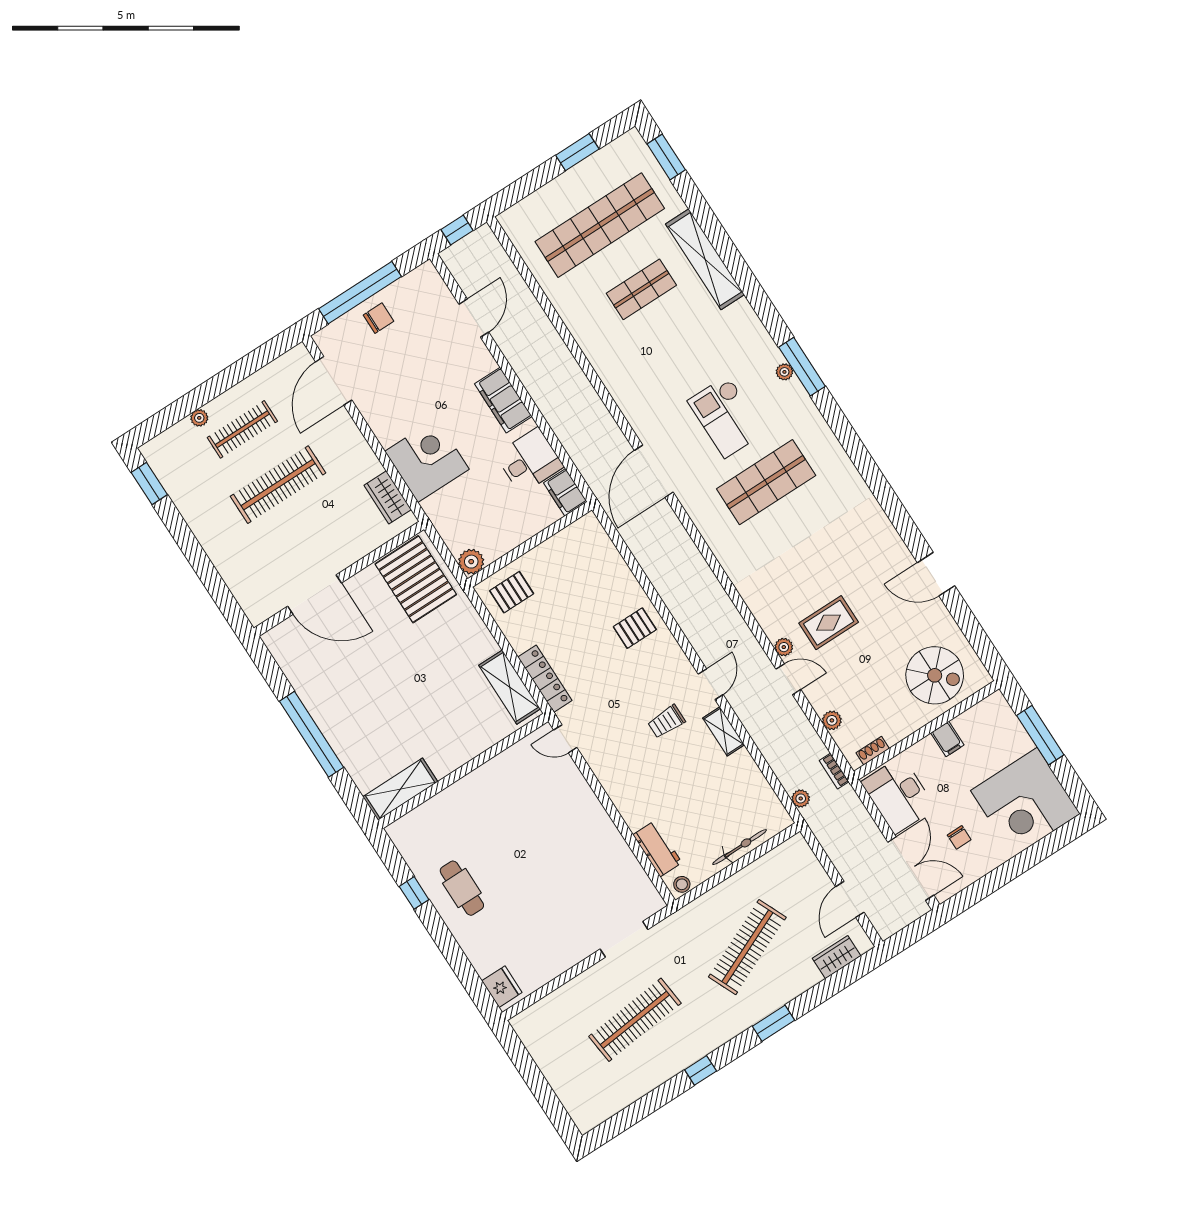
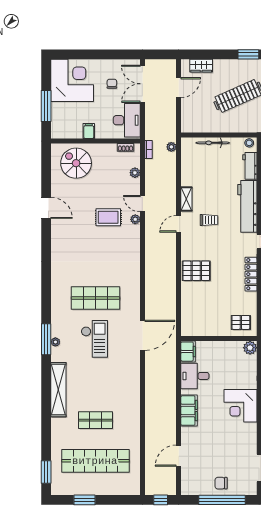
shelving: (705, 259) -> (58, 390), moved
pallet: (635, 628) -> (196, 271), width x1.50, depth x1.42
workbench: (620, 782) -> (247, 206), added

